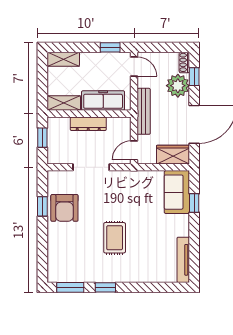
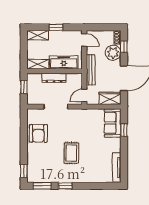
window: (110, 47) -> (56, 27), moved
window: (42, 206) -> (24, 171), moved

